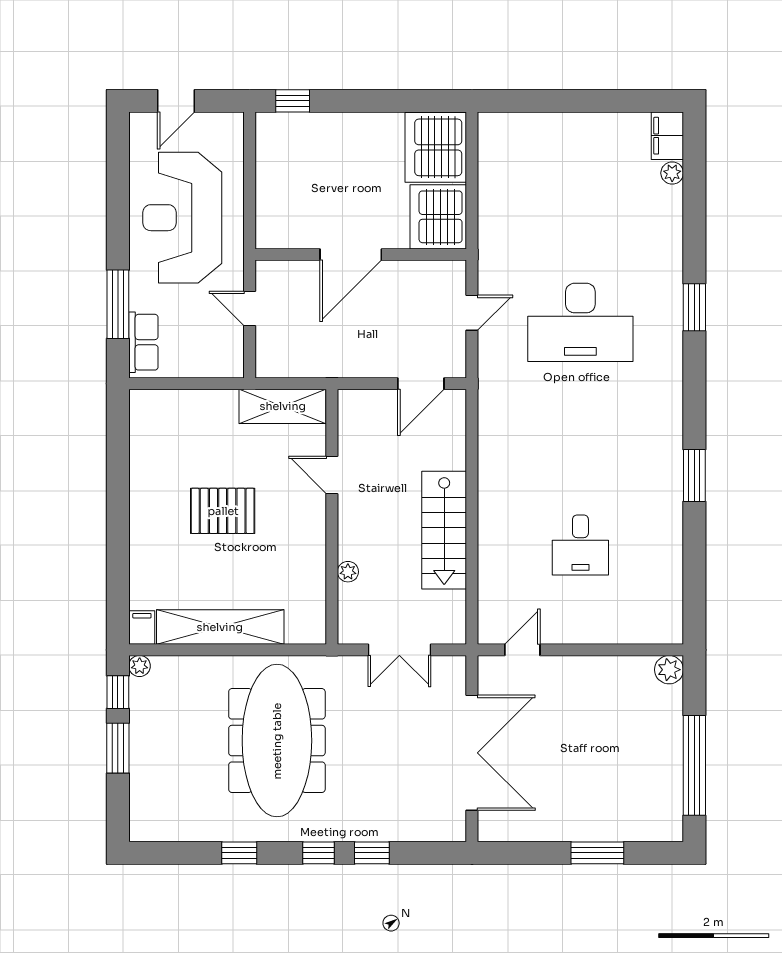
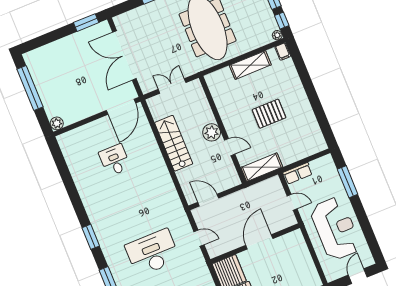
door: (472, 313) -> (199, 238), swing flipped
row of seats: (143, 342) -> (298, 173), moved, turned -90
door: (421, 384) -> (208, 200), hinge flipped
window: (694, 476) -> (91, 237), moved
plant: (348, 572) -> (212, 132), moved, width x1.88, depth x1.88
shelving: (220, 627) -> (250, 65), width x0.68
door: (522, 650) -> (121, 107), width x1.87
window: (597, 853) -> (86, 23), moved

